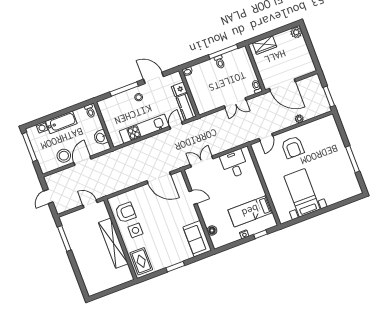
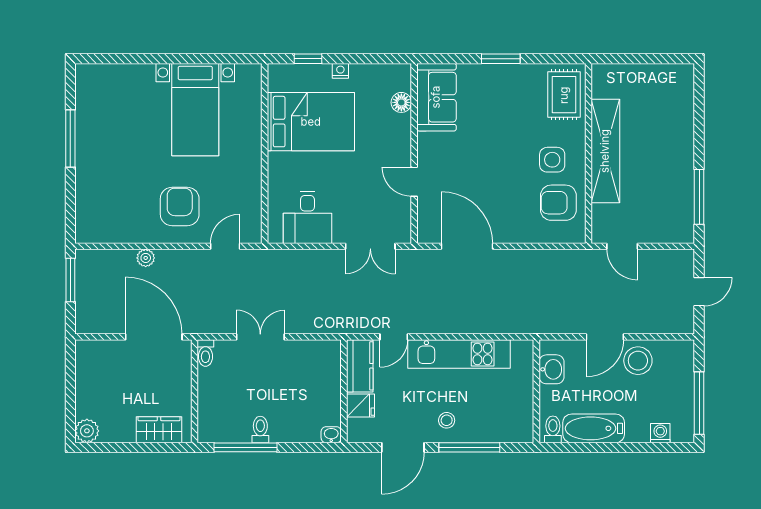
door: (153, 78) -> (403, 447), hinge flipped
bathtub: (61, 122) -> (594, 428), moved
bed: (250, 211) -> (311, 122), width x1.50

